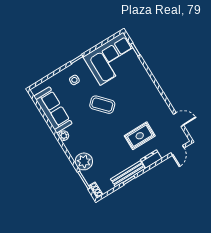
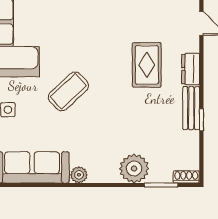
bench: (128, 174) -> (191, 108), width x0.73

